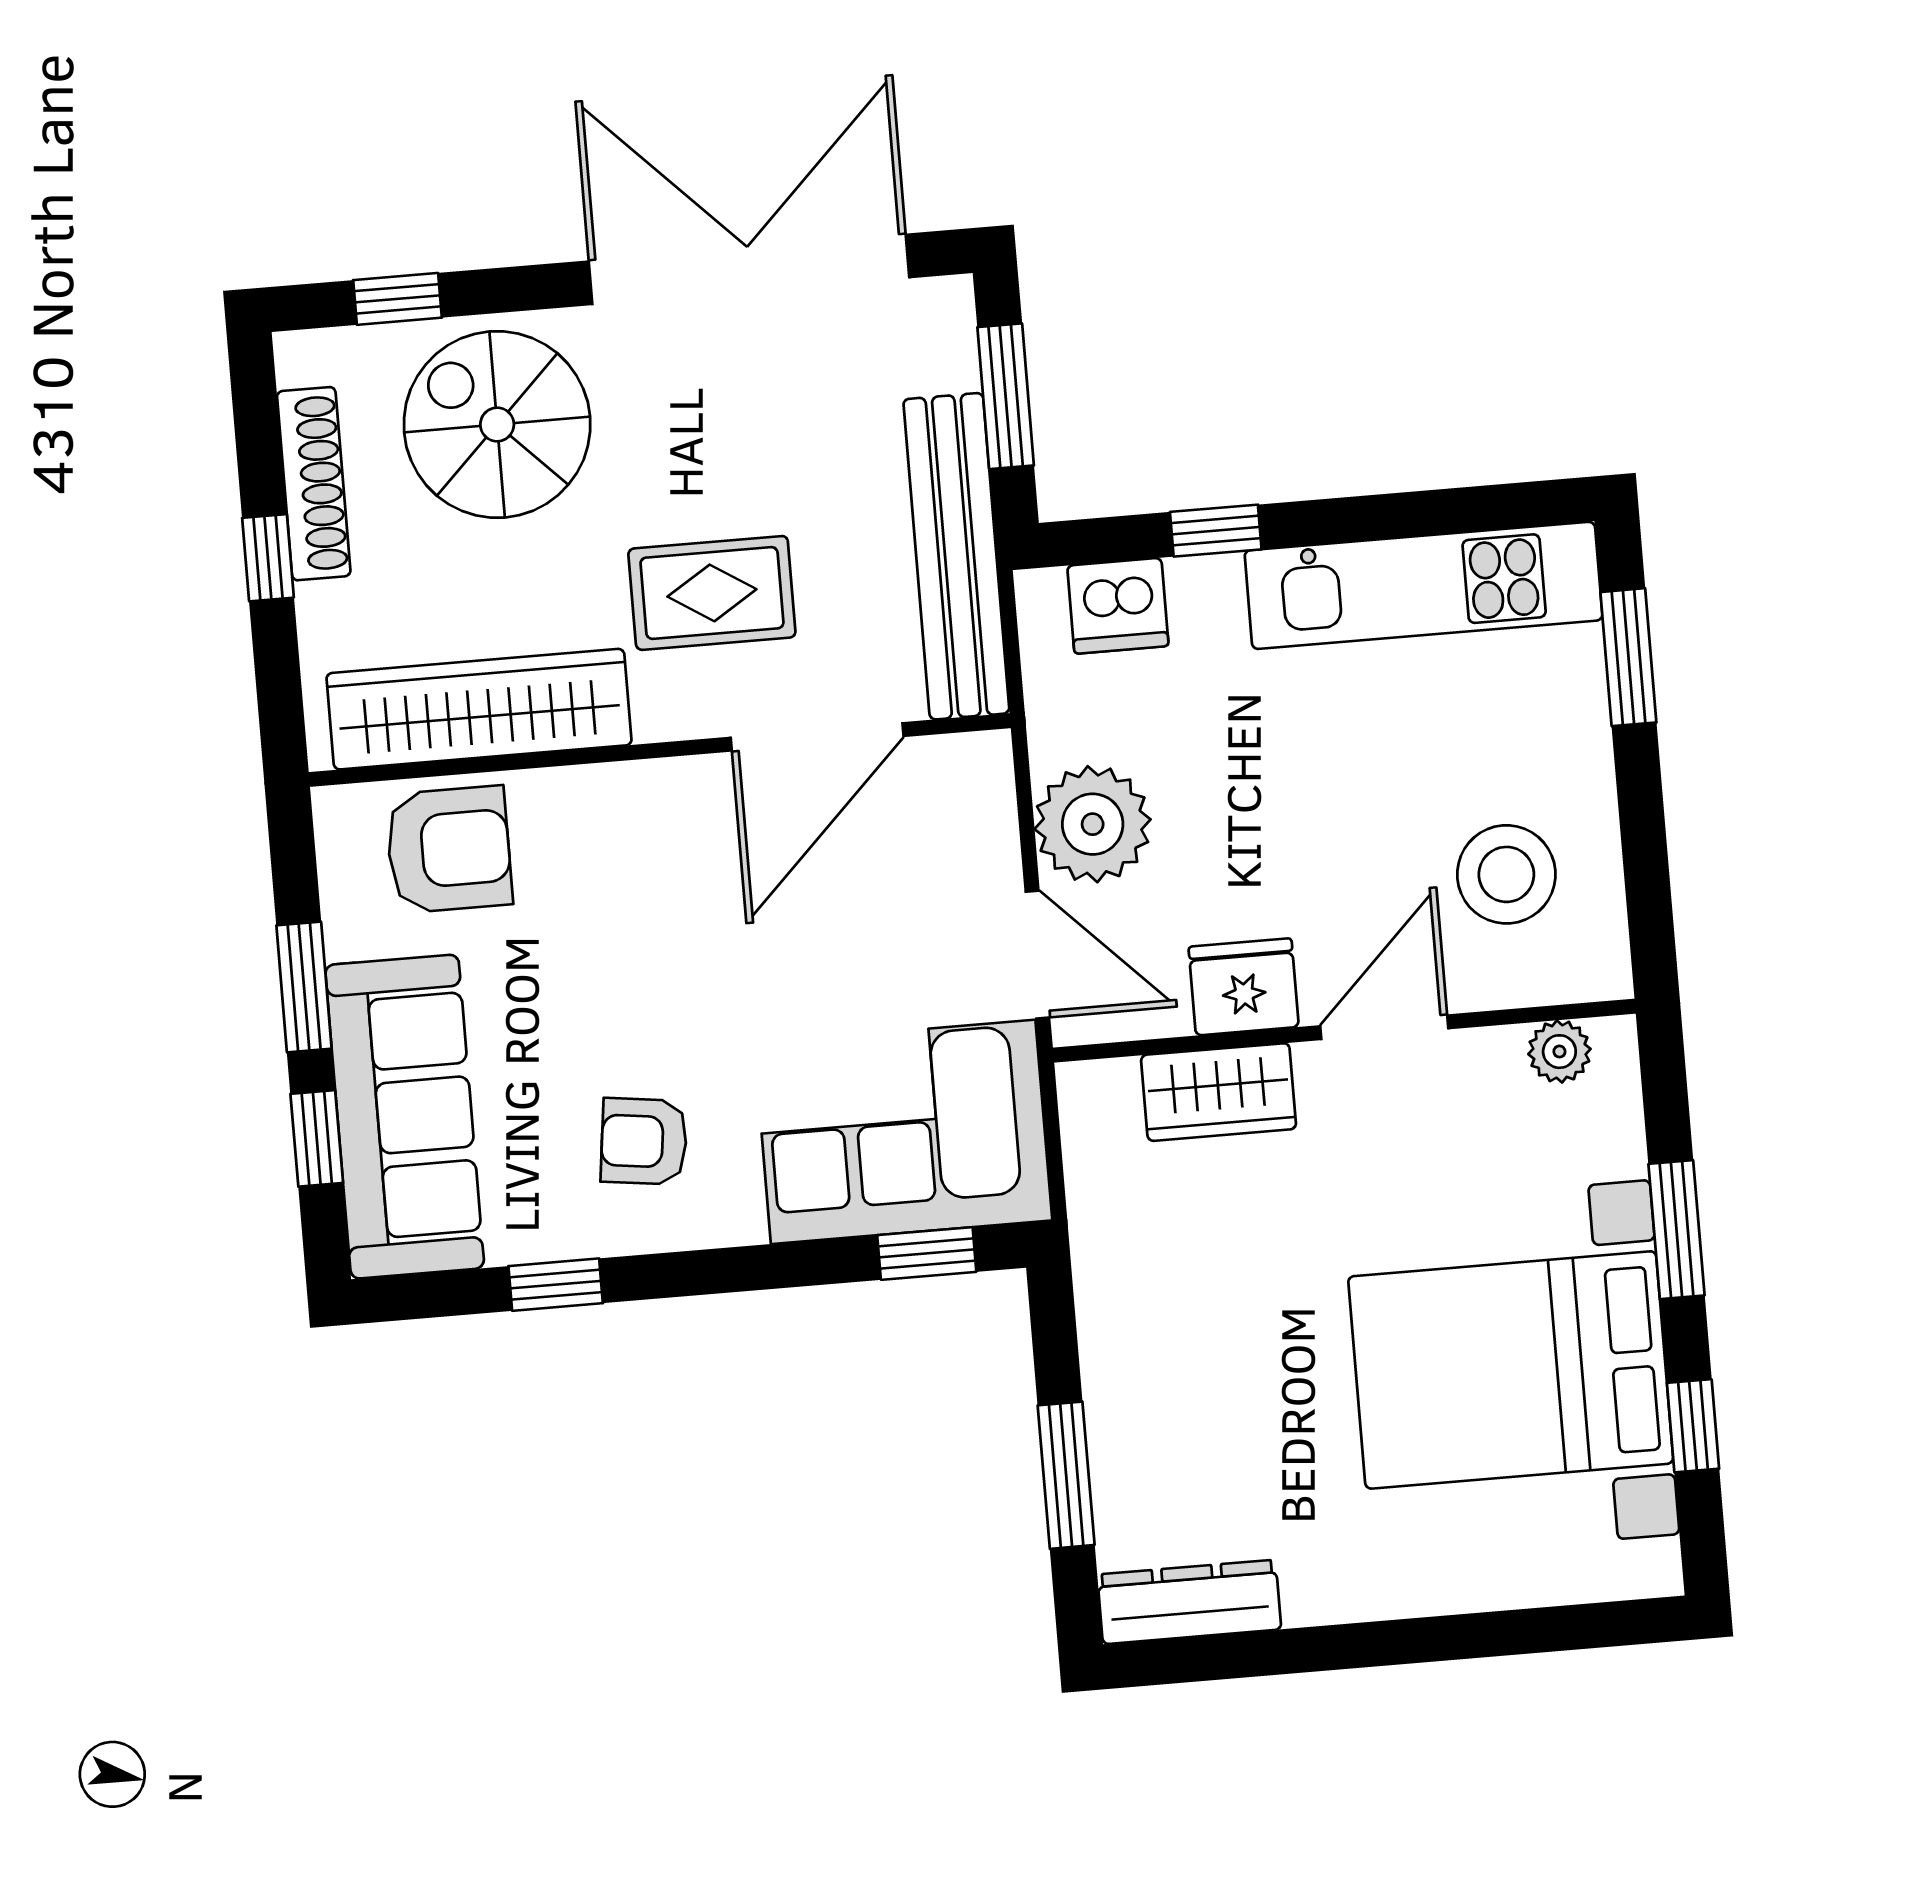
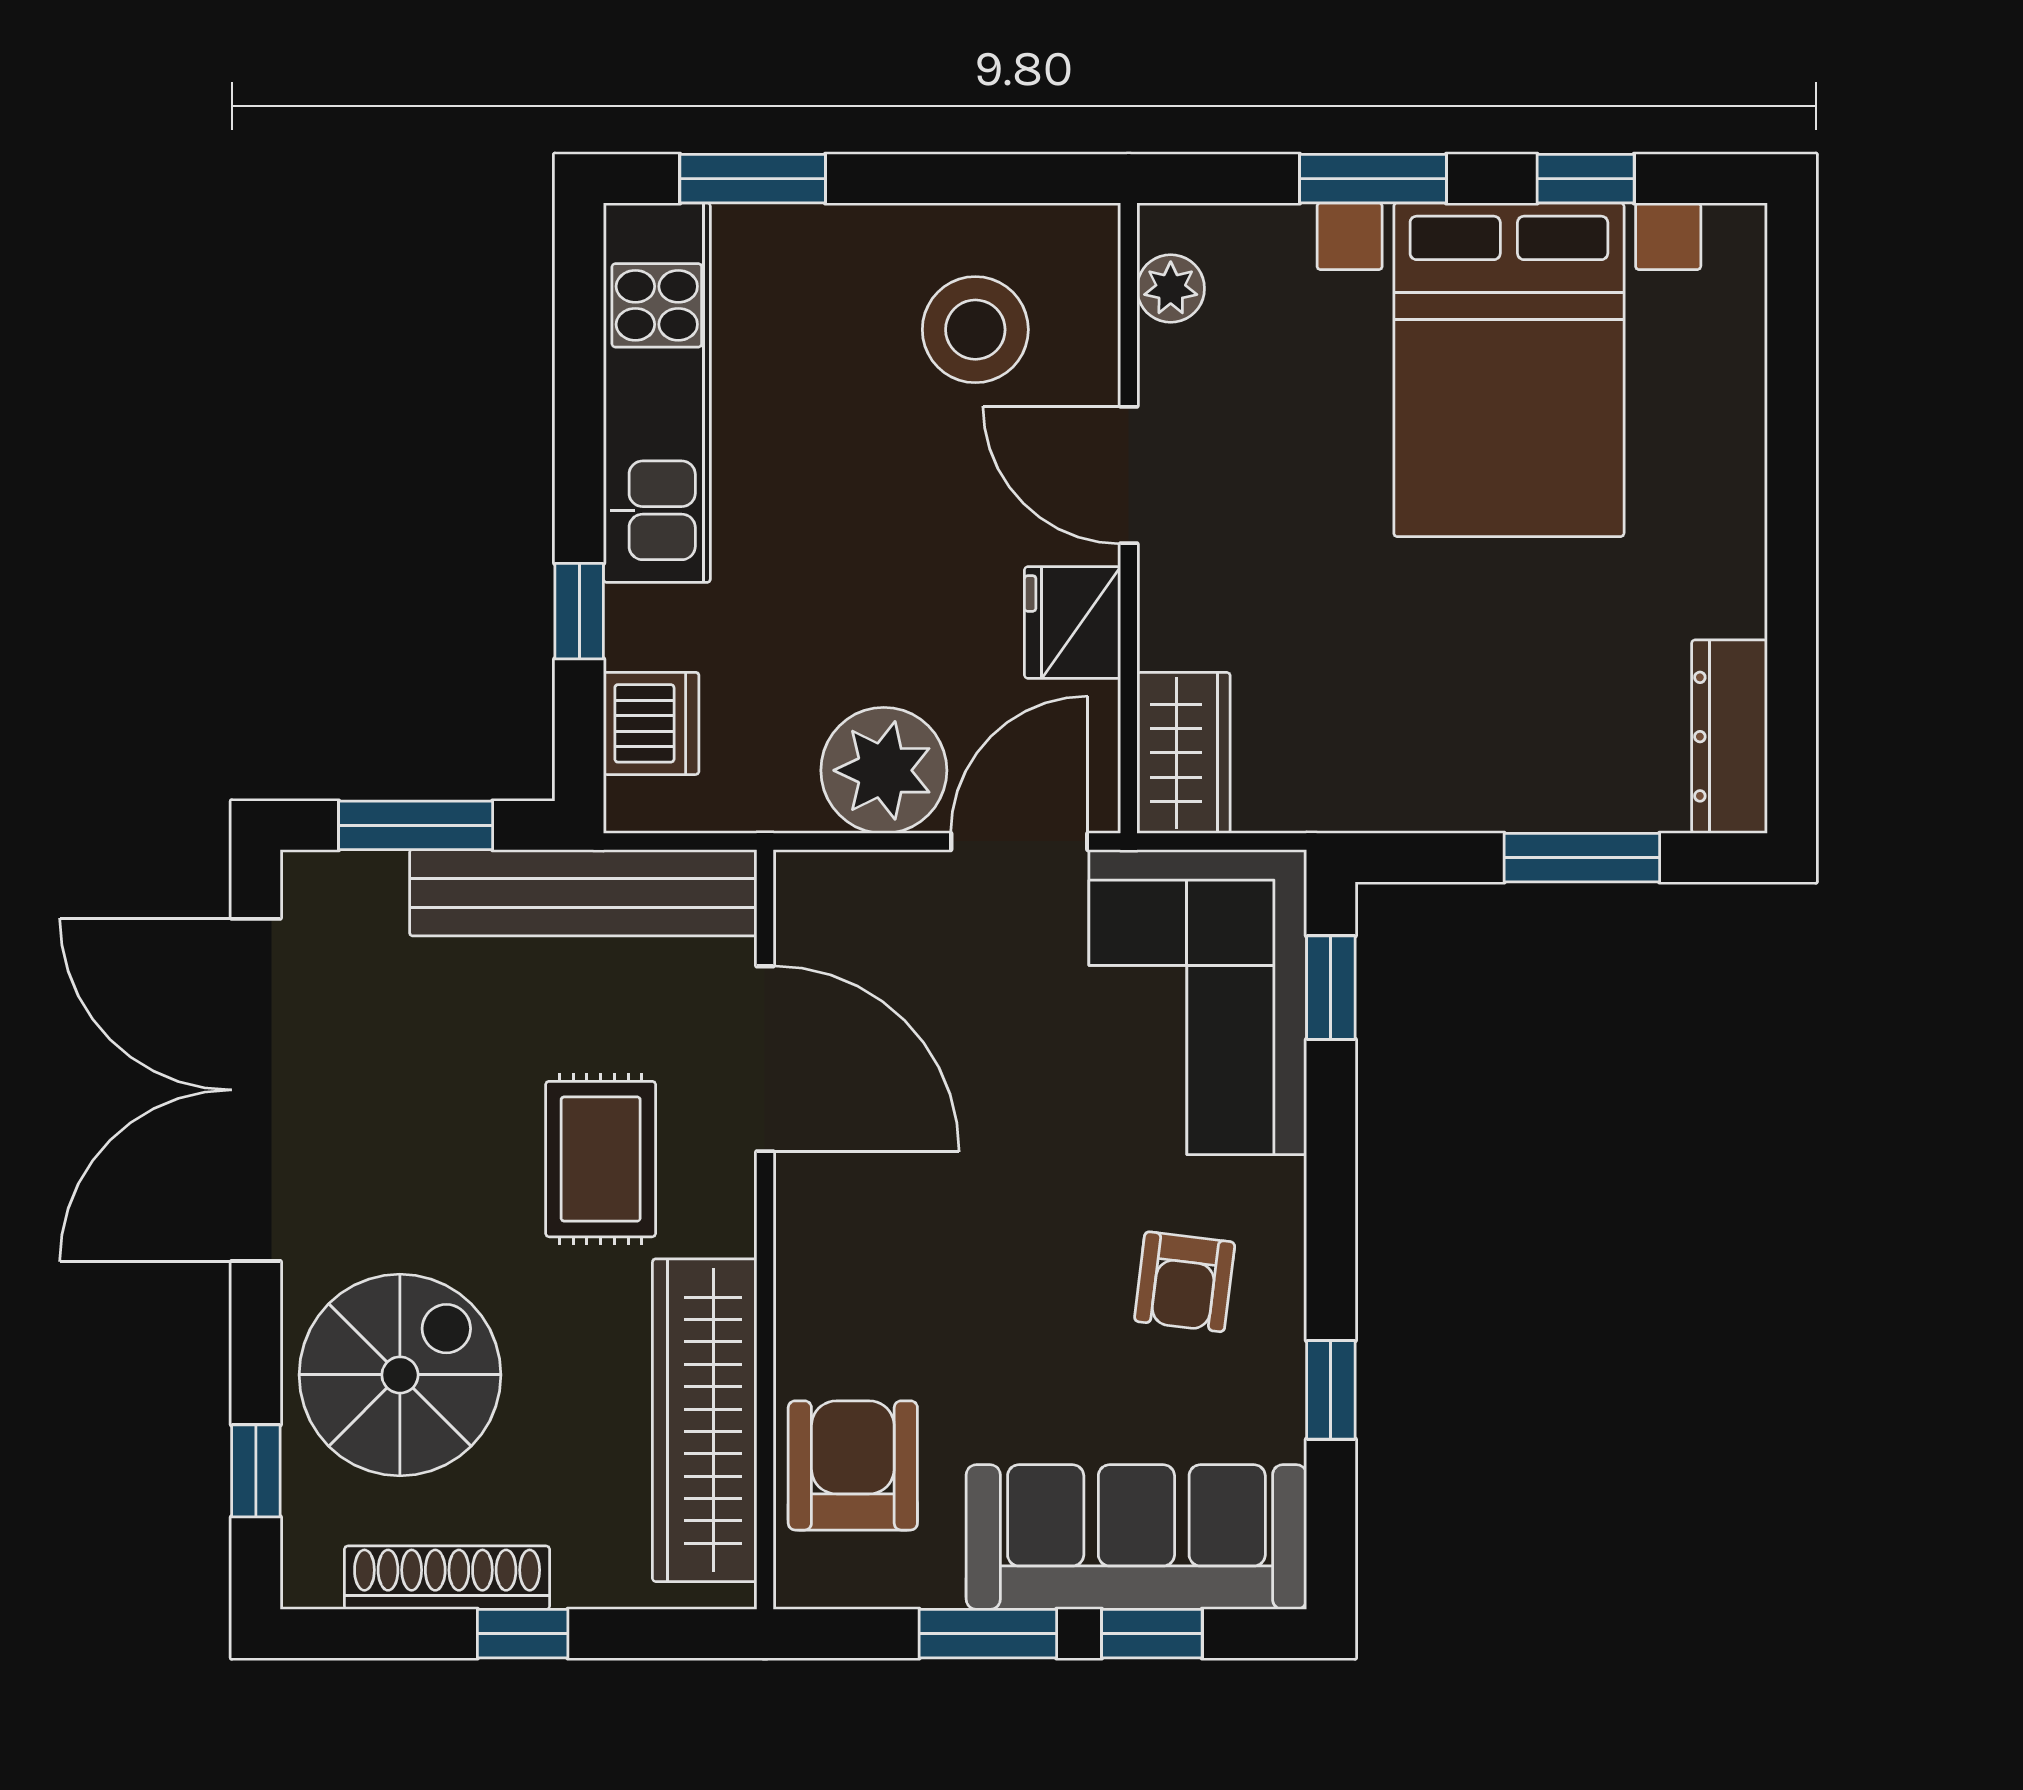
spiral stairs: (497, 425) -> (400, 1375), turned 180
wardrobe: (1219, 1092) -> (1183, 753), moved

